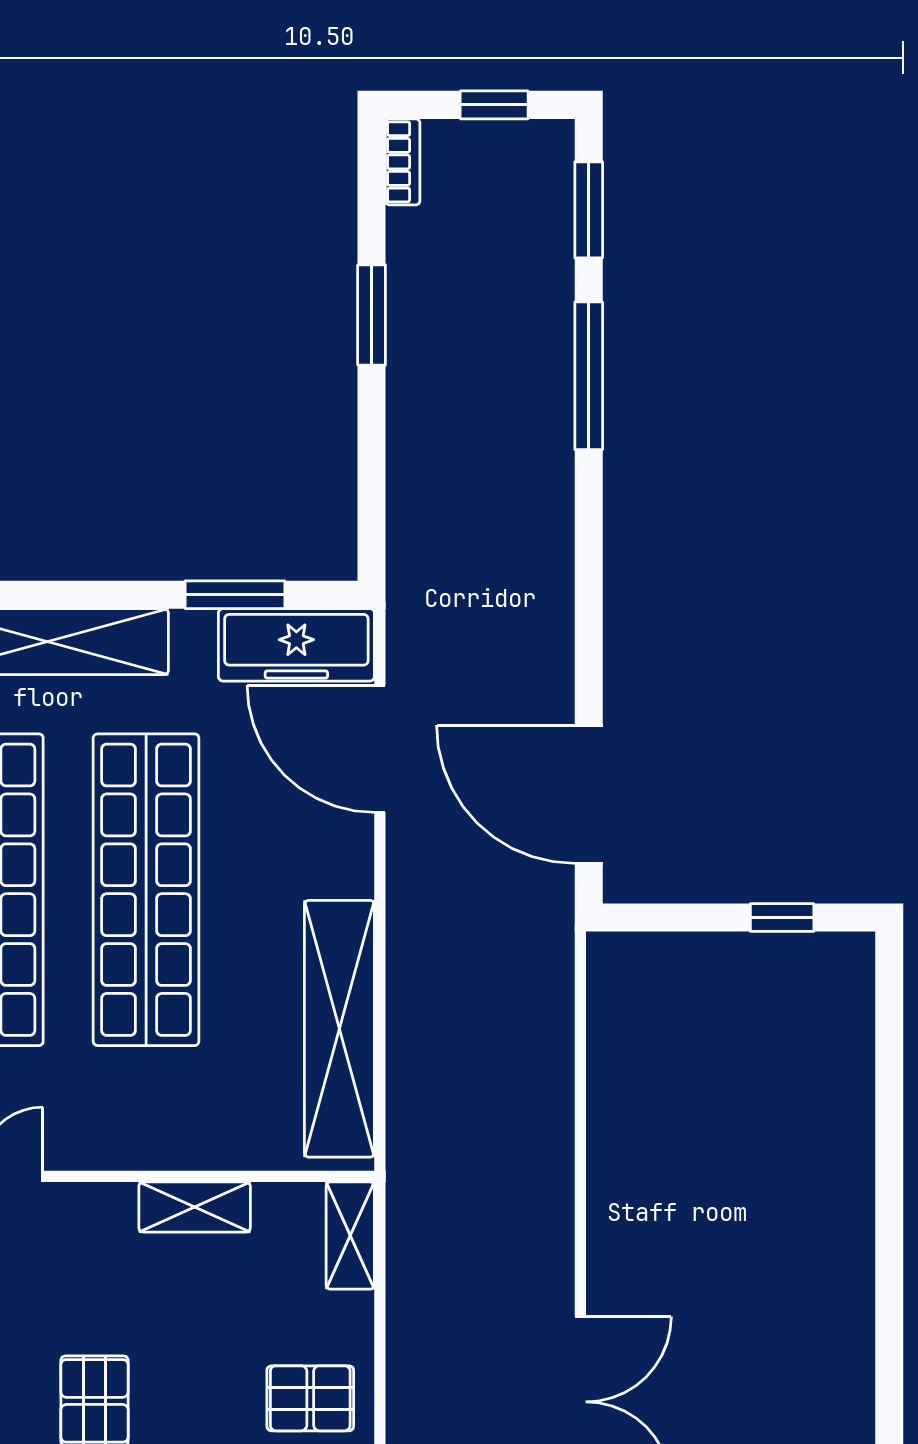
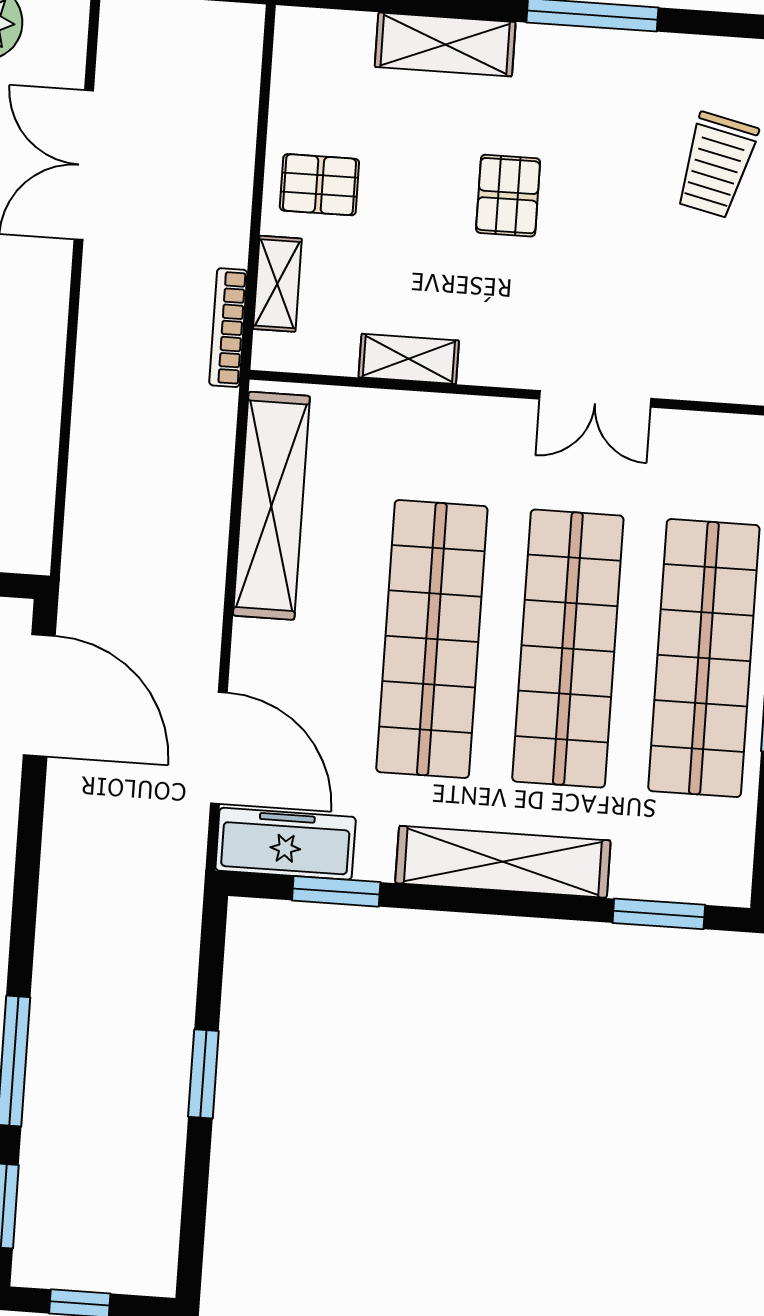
bookcase: (403, 162) -> (228, 328), moved, width x1.56
window: (372, 315) -> (203, 1074), moved
shelving: (350, 1236) -> (277, 284), moved

